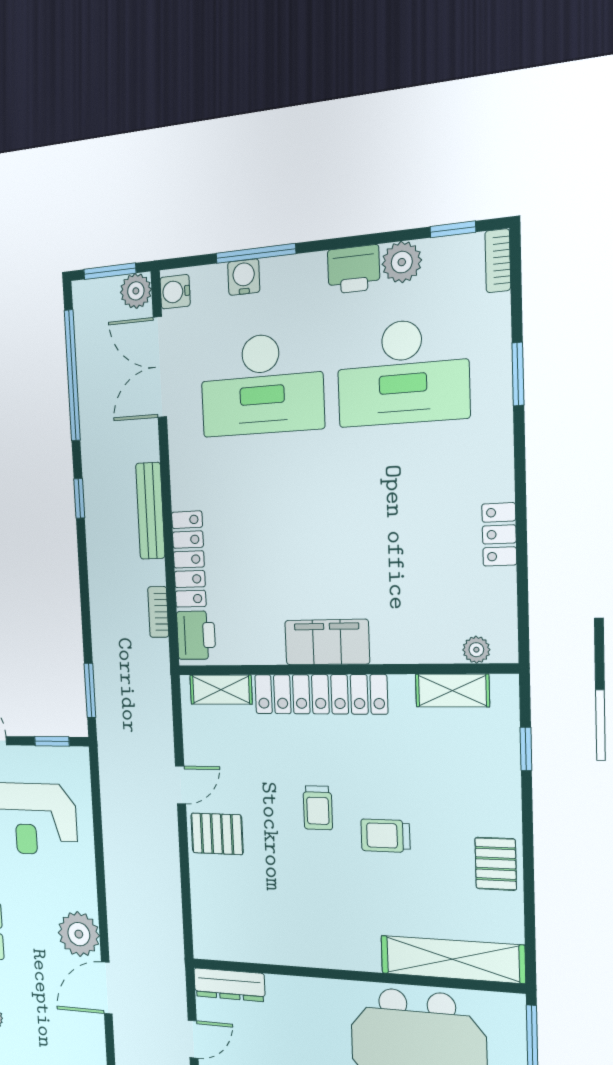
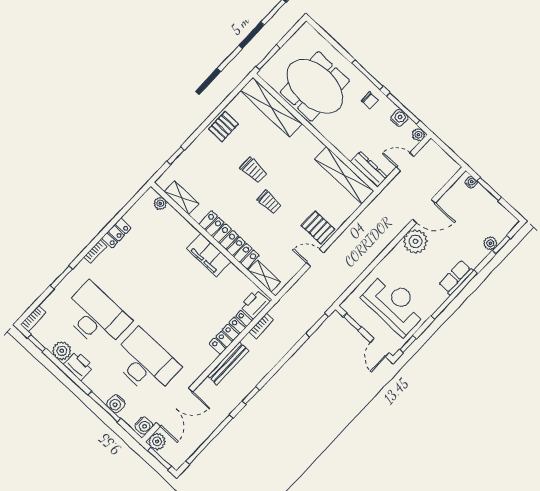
bookcase: (504, 471) -> (95, 252), added
trolley: (318, 808) -> (269, 202), turned 90
shelving: (253, 946) -> (344, 175), added

